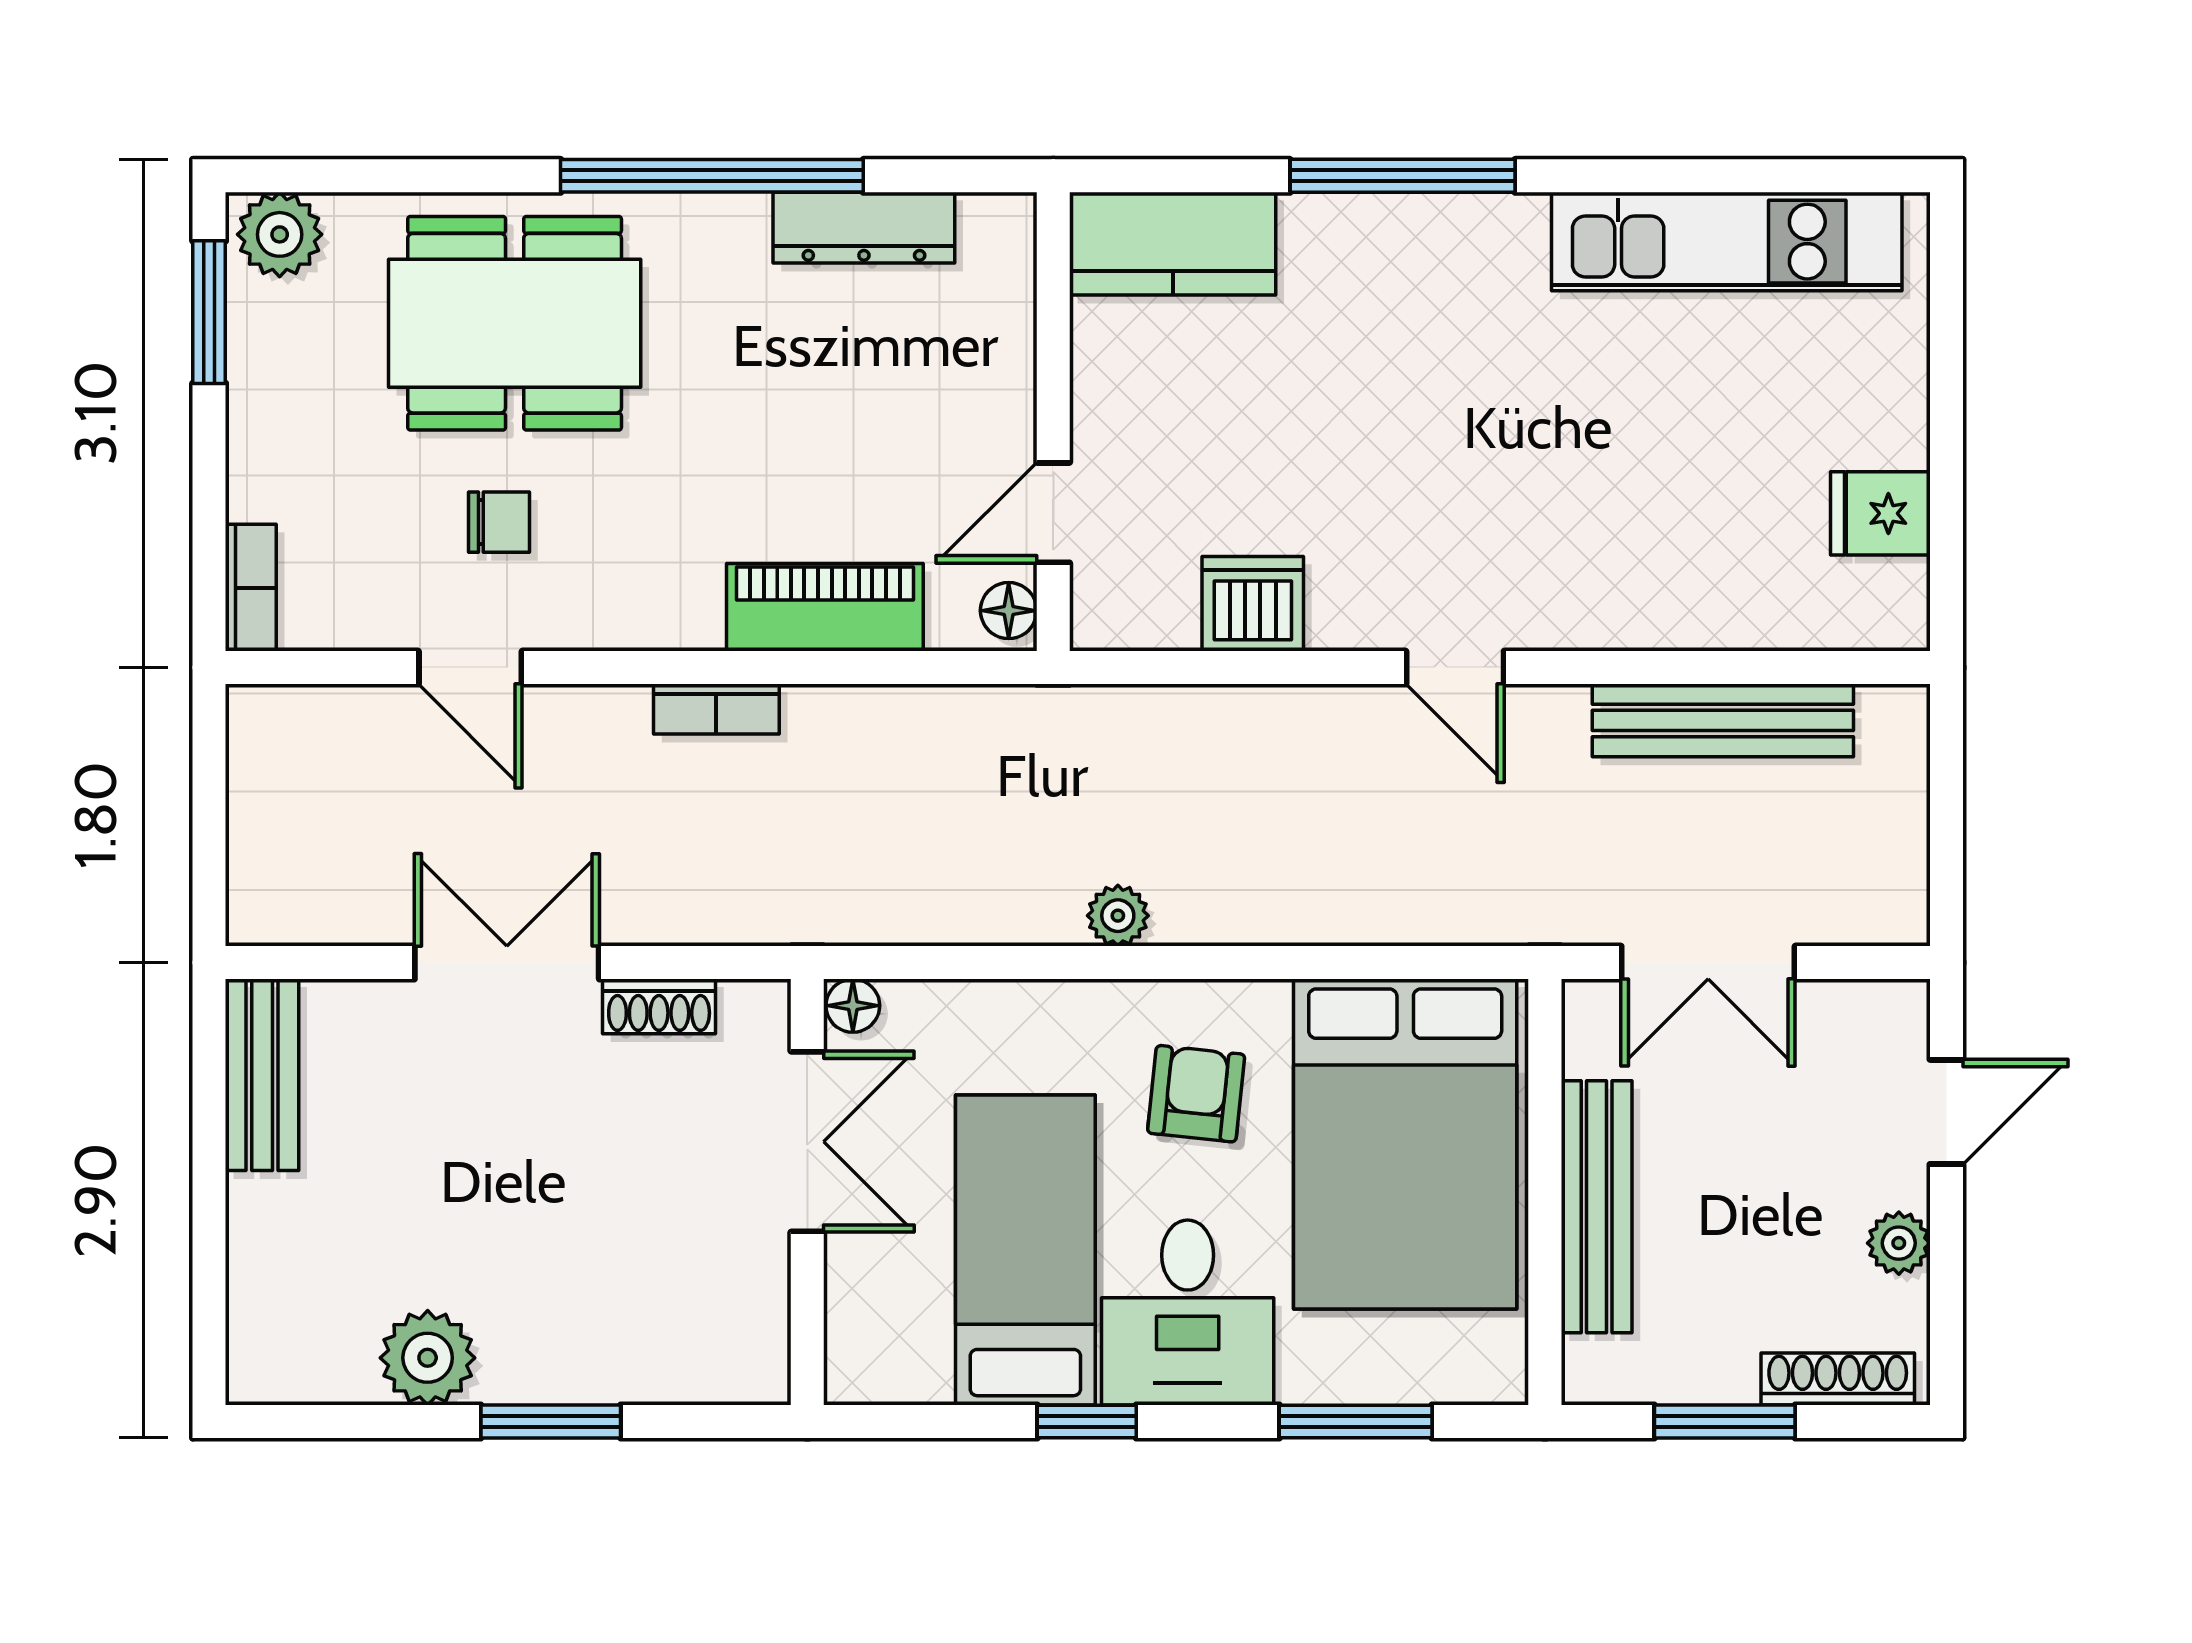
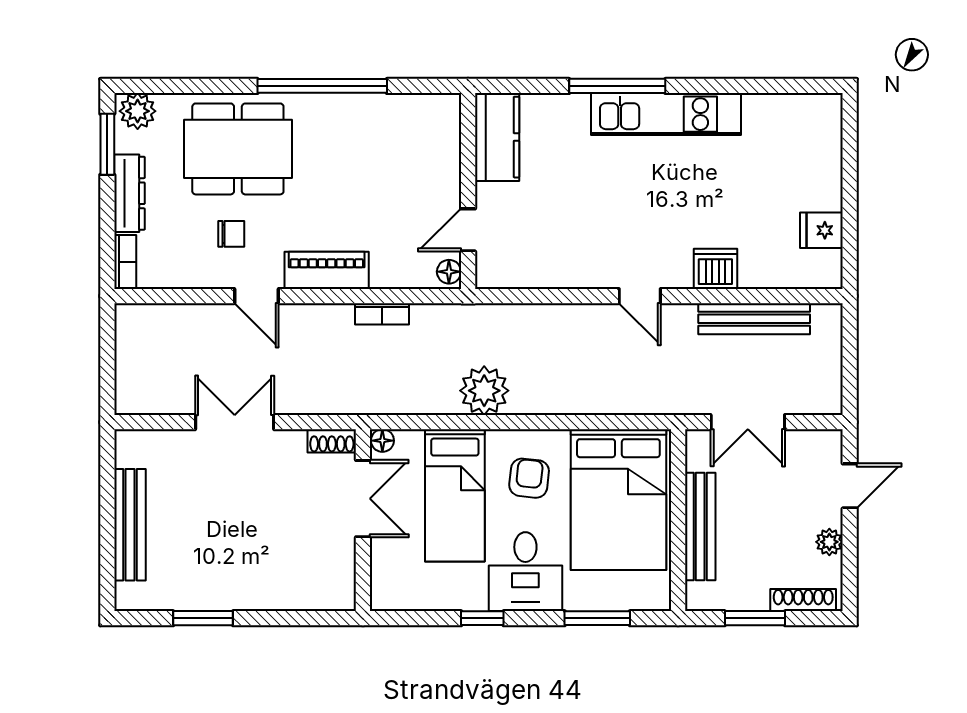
dresser: (864, 228) -> (130, 193), moved, turned -90
kitchen unit: (1727, 242) -> (666, 114), moved
kitchen counter: (1173, 244) -> (497, 137), moved, turned -90
dishwasher: (1253, 604) -> (715, 269), moved
piano: (825, 607) -> (327, 270), moved
door: (470, 668) -> (256, 296), moved
bookcase: (716, 709) -> (382, 314), moved
plant: (1118, 916) -> (484, 391), width x1.88, depth x1.88
shoe rack: (659, 1006) -> (332, 441), moved
bench: (262, 1075) -> (130, 525), moved, width x1.36
bed: (1025, 1250) -> (455, 495), moved, turned 180
plant: (428, 1358) -> (201, 591), removed
window: (551, 1422) -> (203, 618), moved

